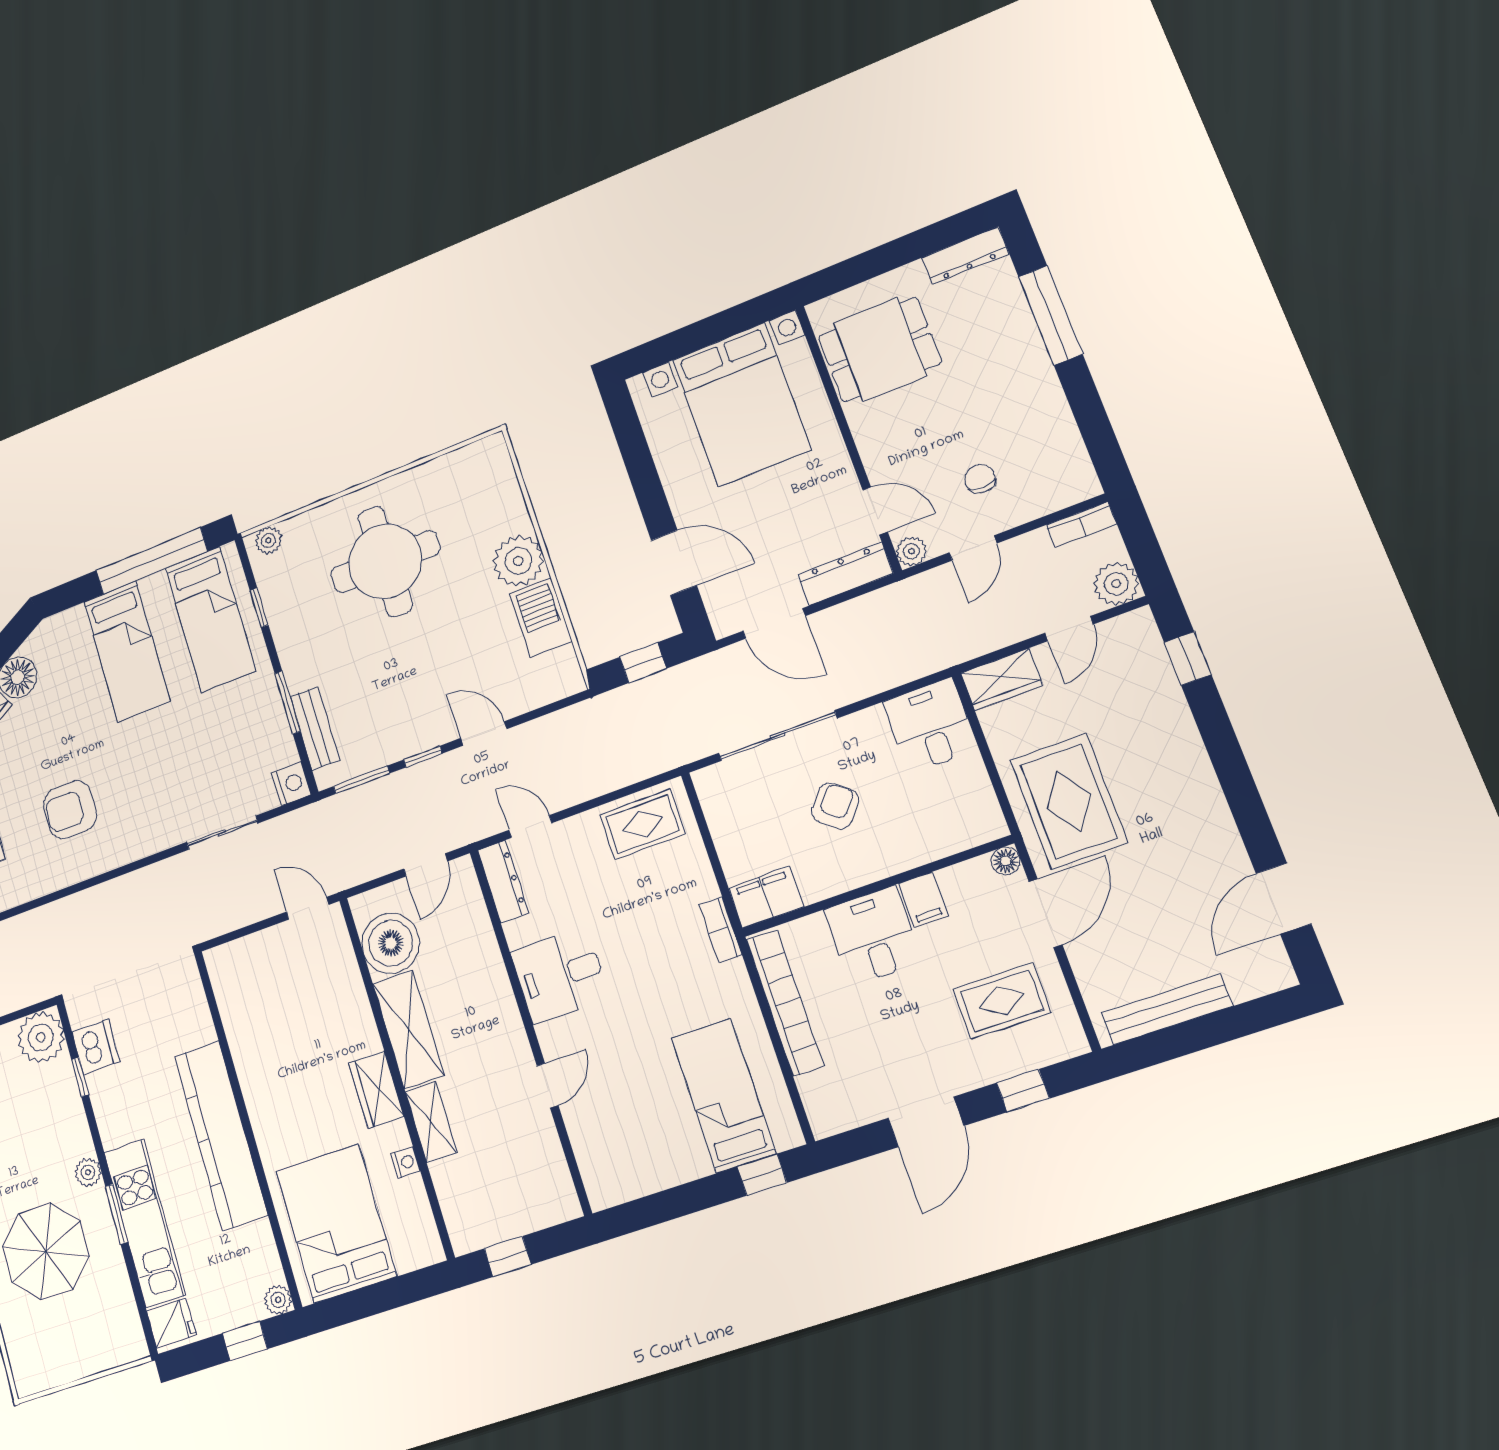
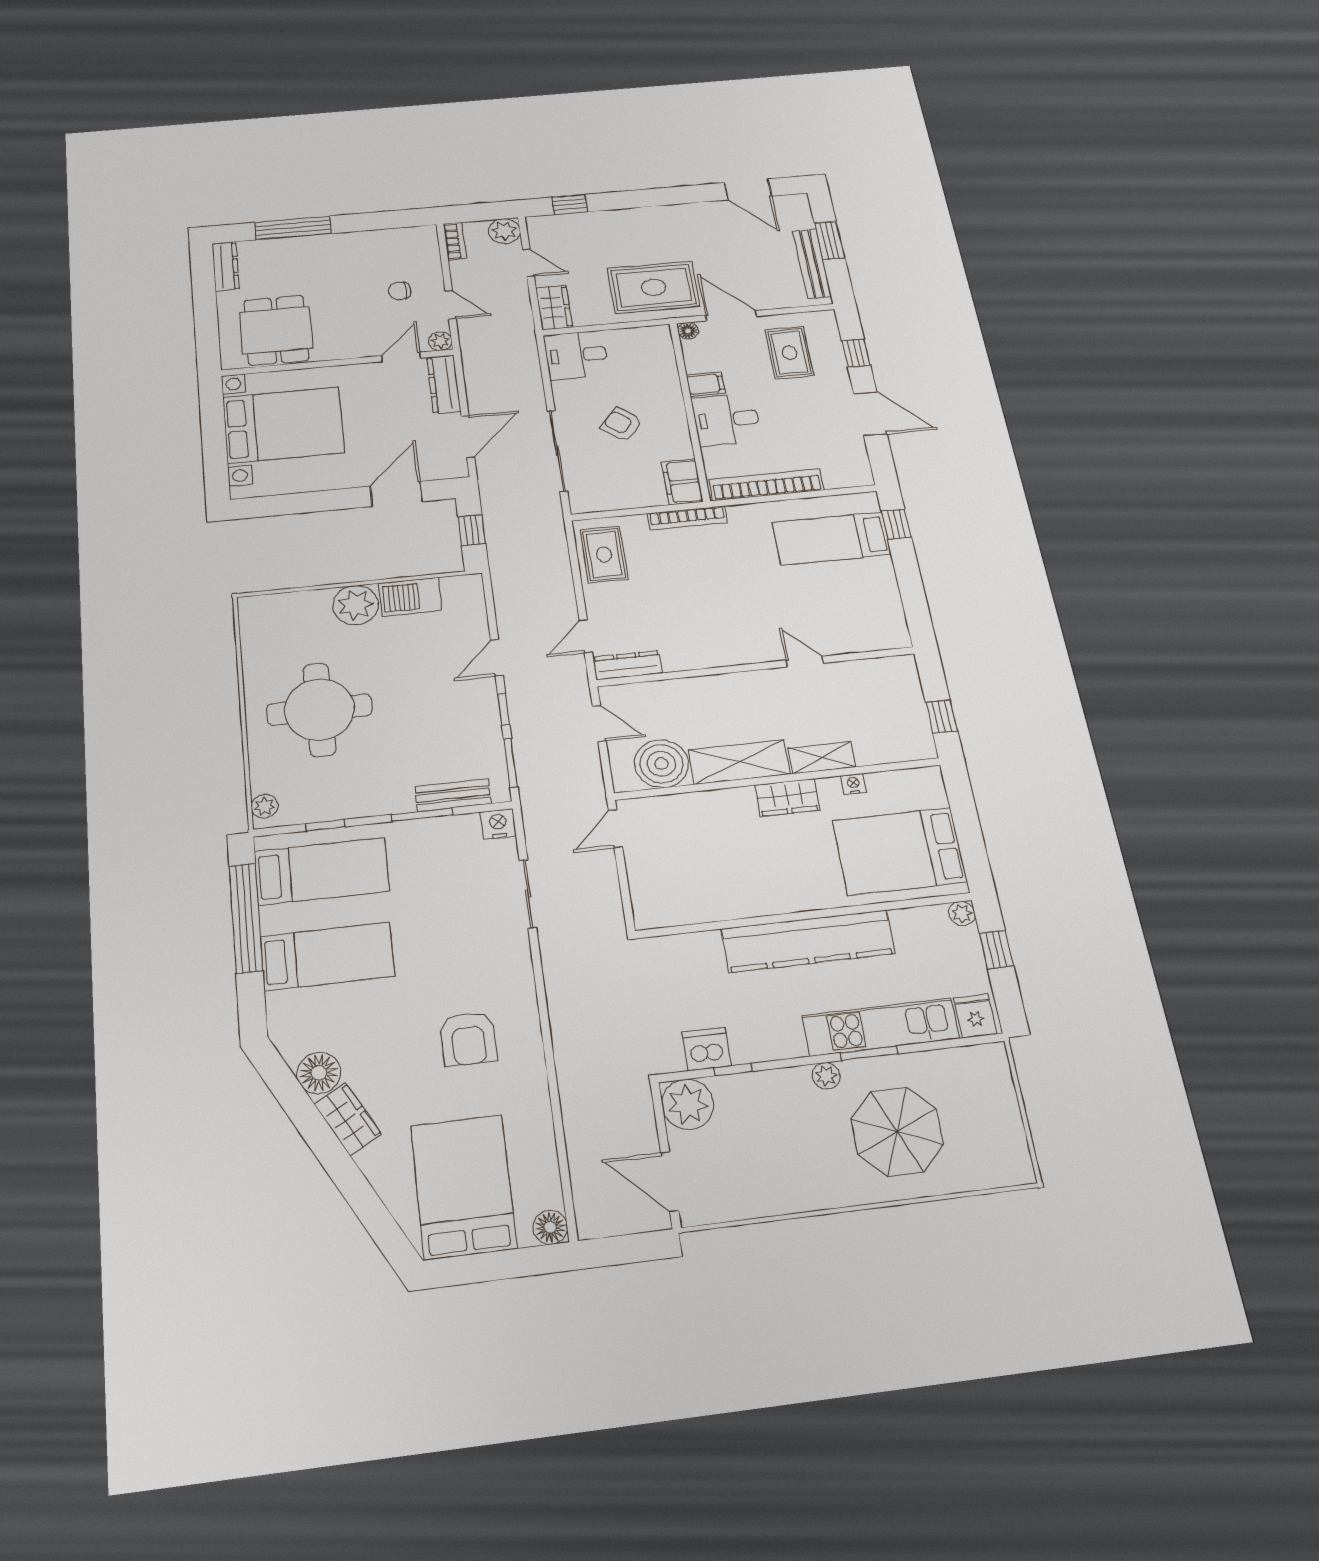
bookcase: (721, 930) -> (687, 518), width x1.56
desk: (560, 975) -> (715, 636), removed
window: (1217, 1028) -> (829, 240), added

